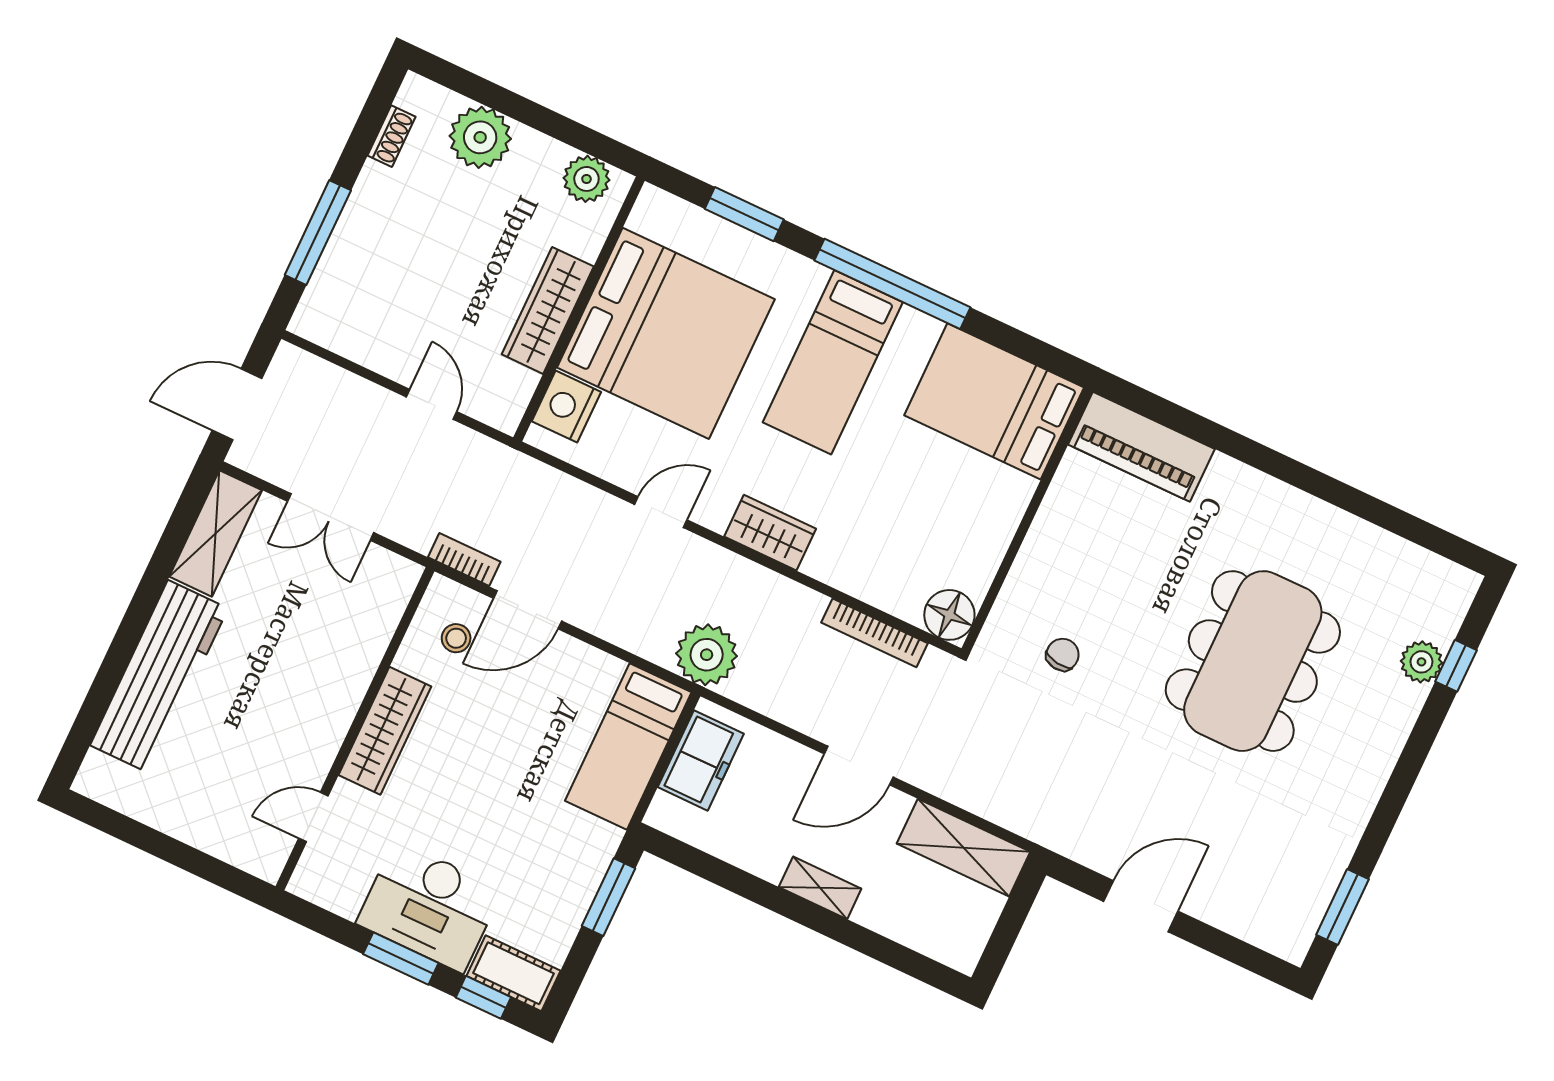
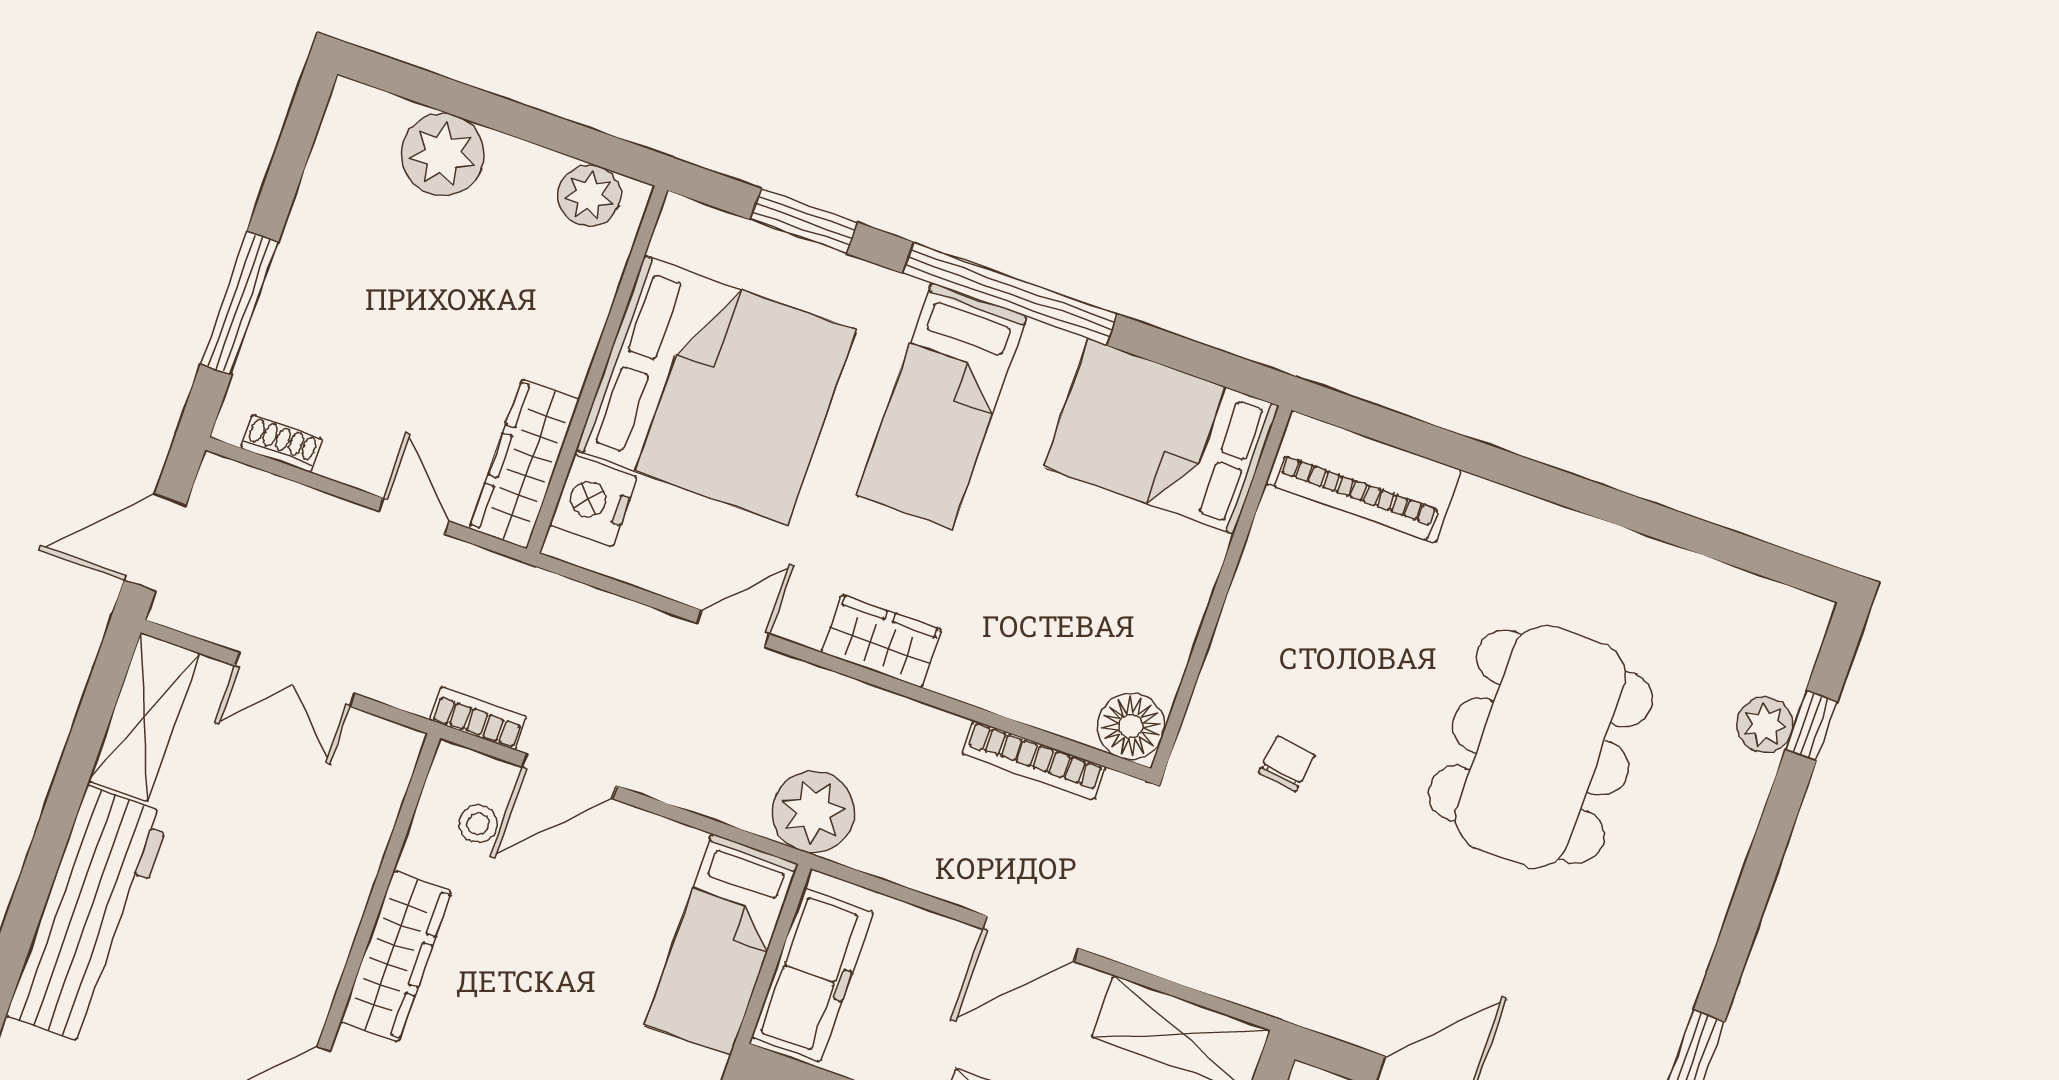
shoe rack: (391, 136) -> (282, 443), moved, turned -90
wardrobe: (548, 310) -> (524, 464), moved
freezer: (701, 760) -> (812, 975), width x1.40

